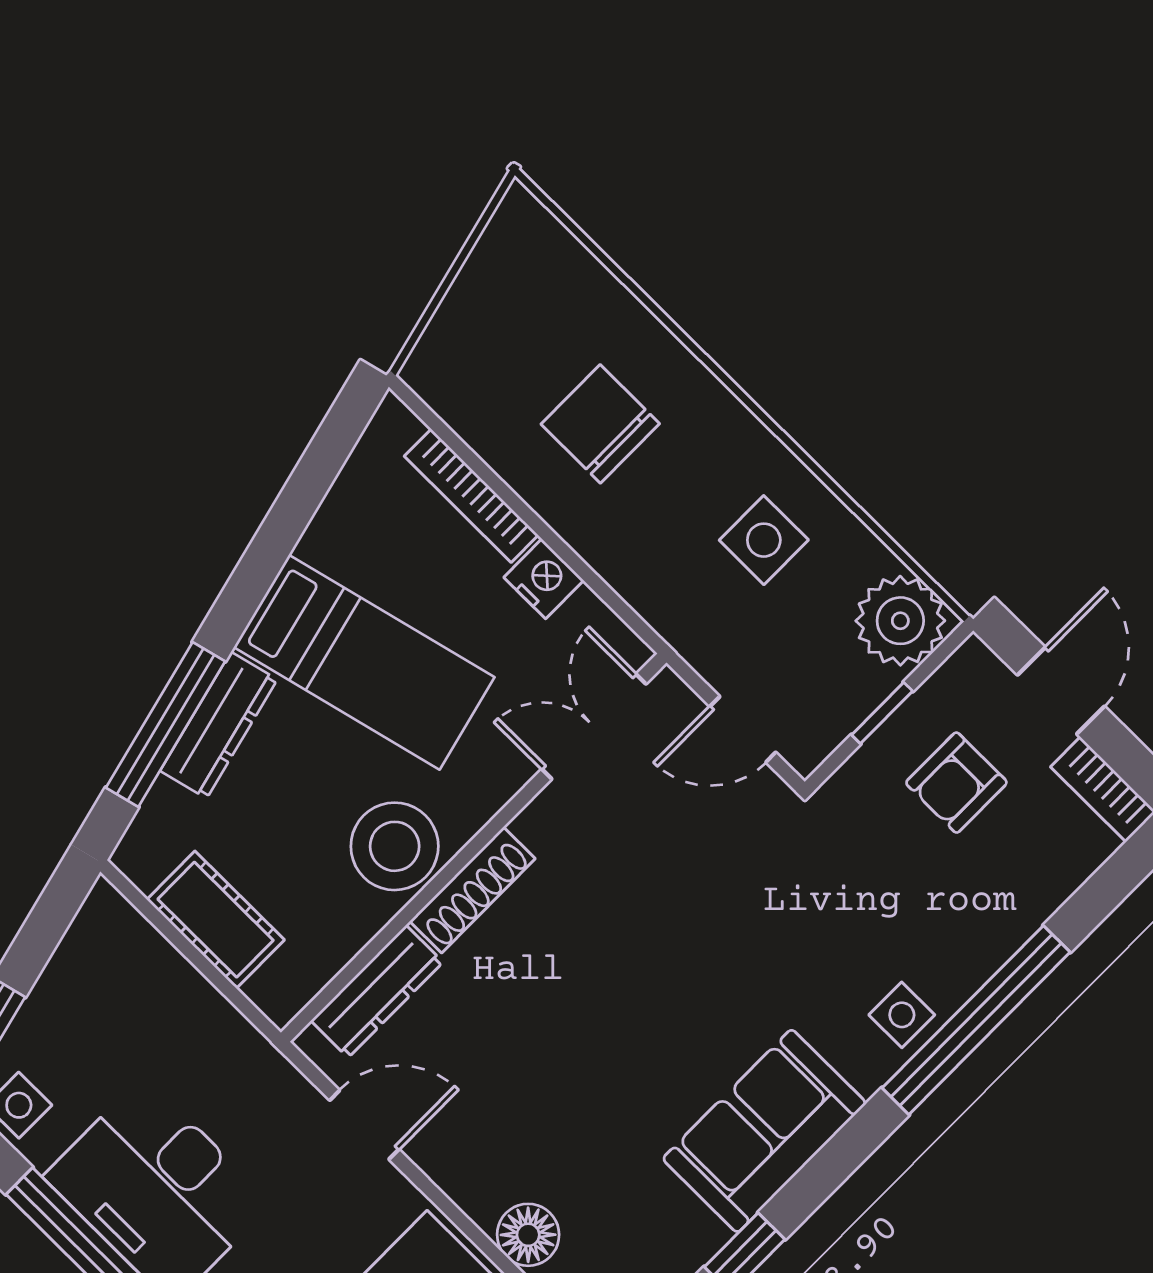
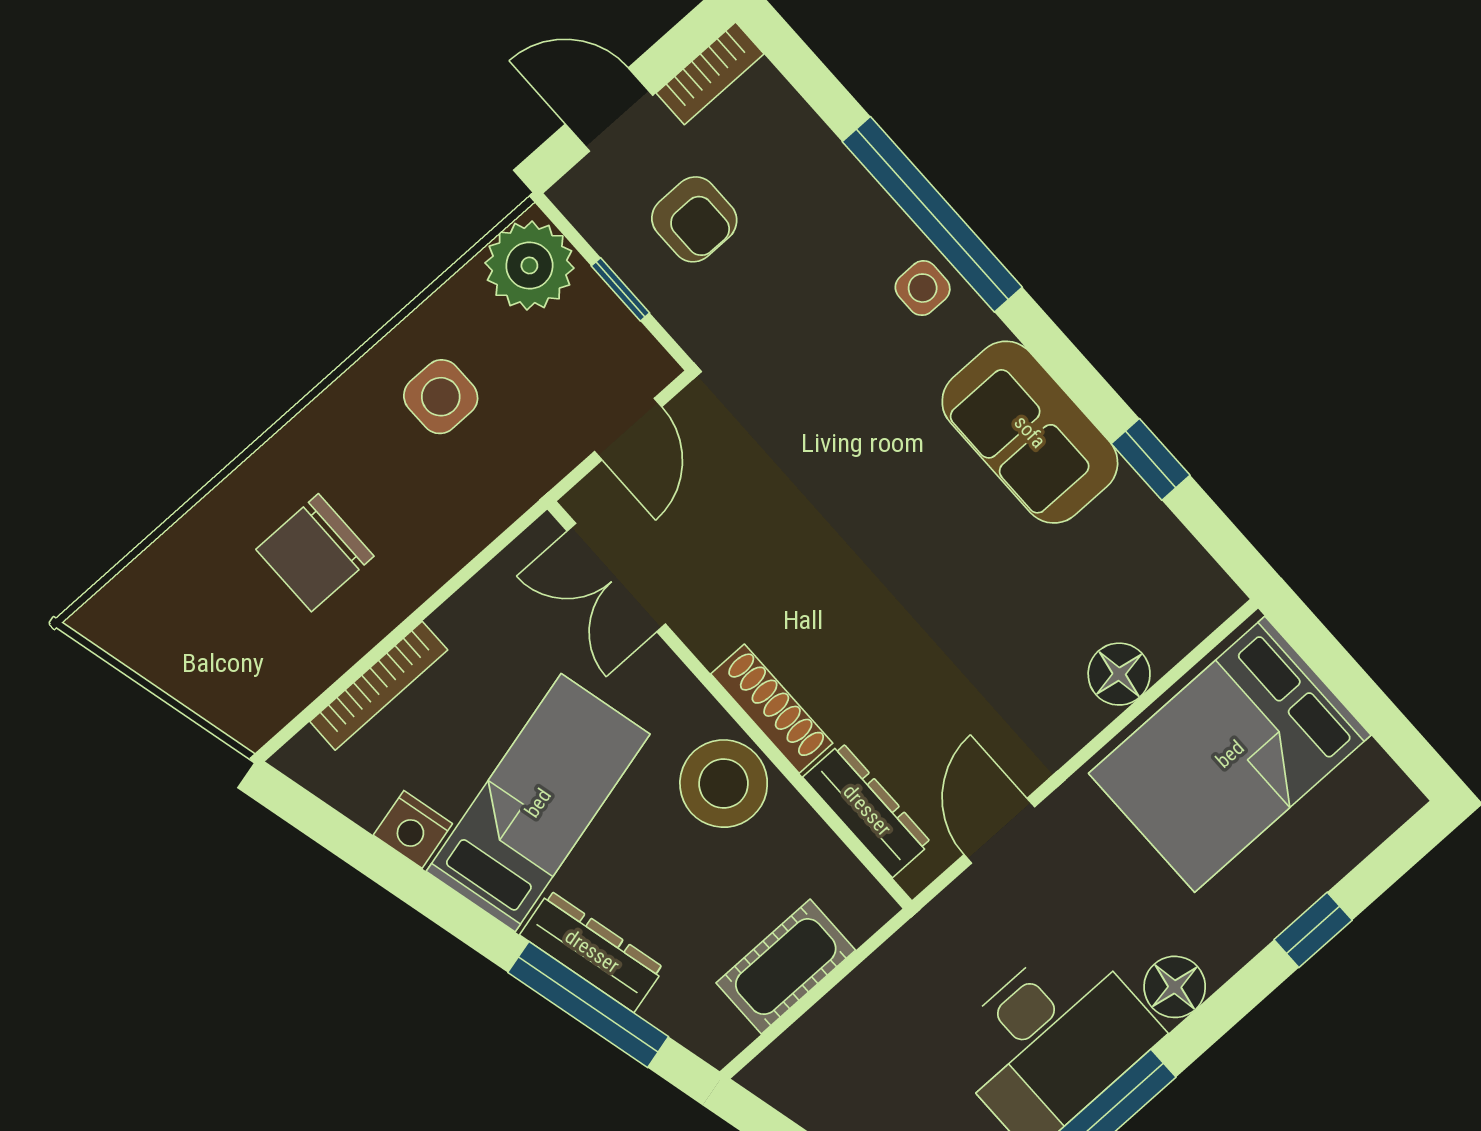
nightstand: (544, 579) -> (413, 829), moved, turned -104

